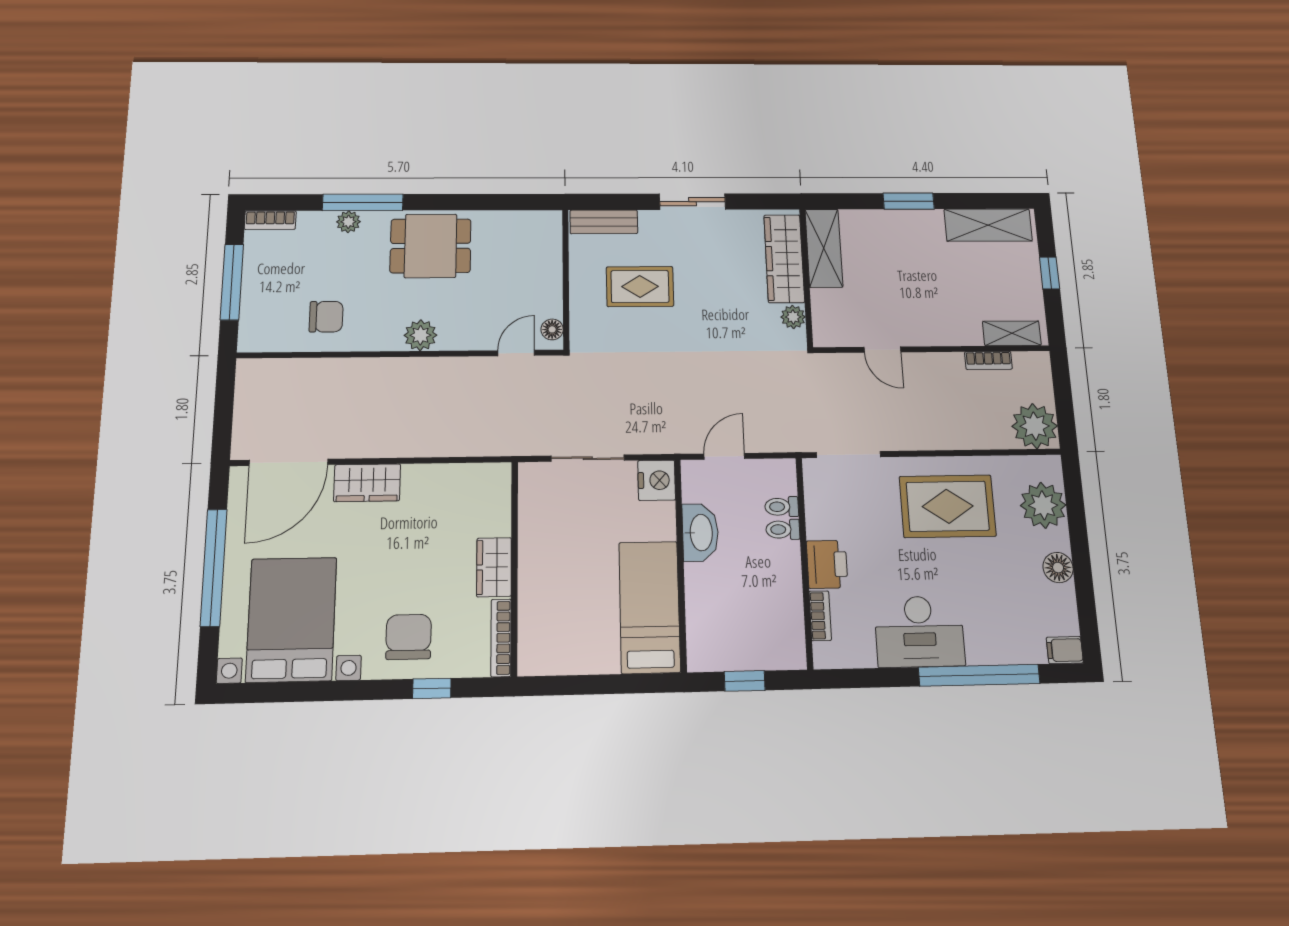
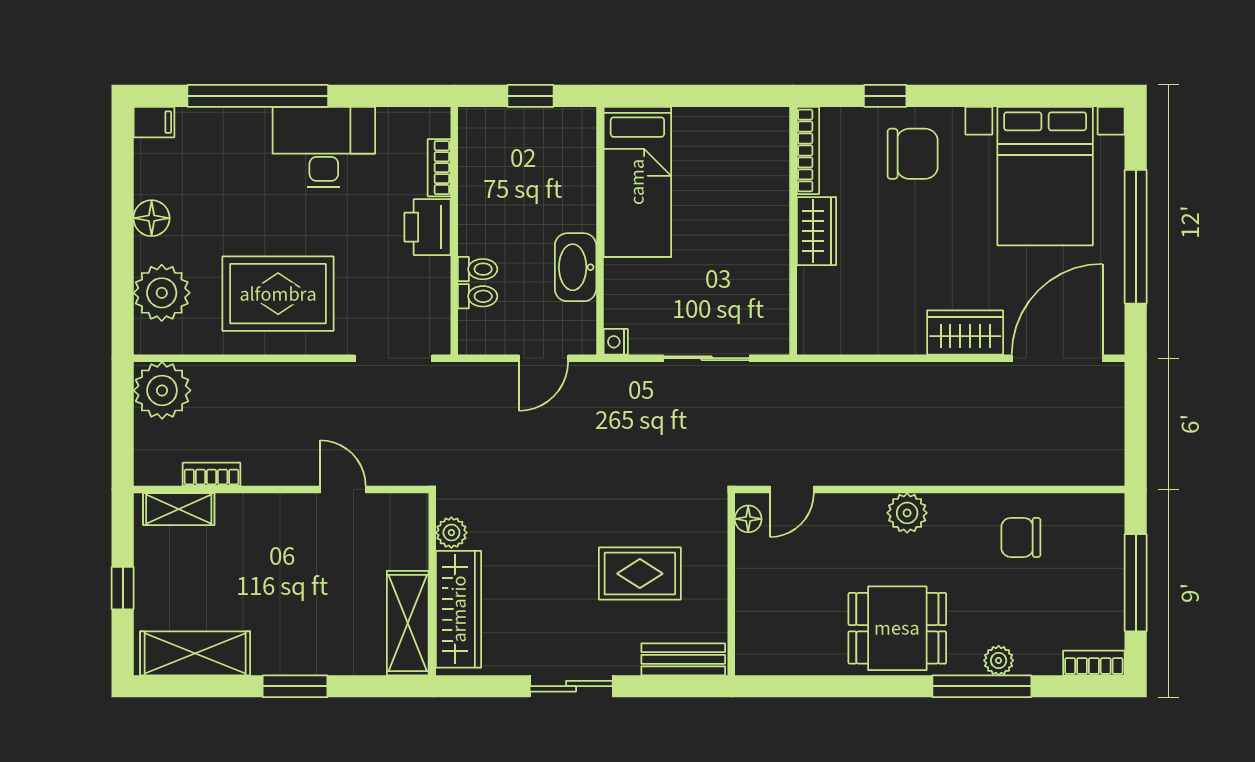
nightstand: (657, 480) -> (616, 342), width x0.53, depth x0.56
chair: (409, 637) -> (913, 154), turned -90

